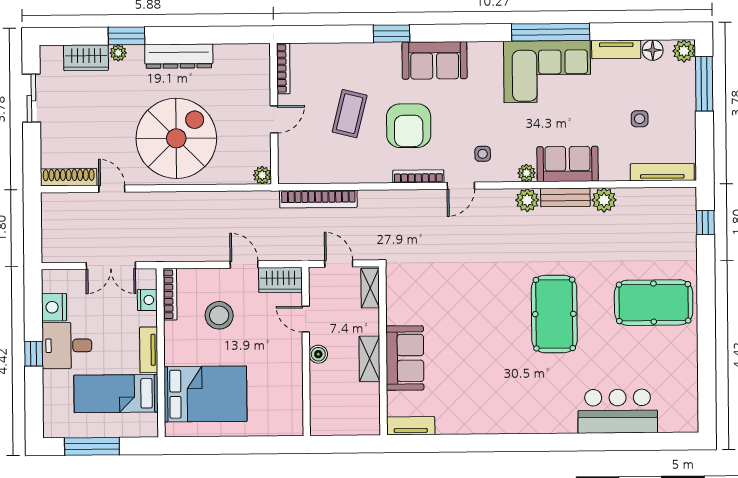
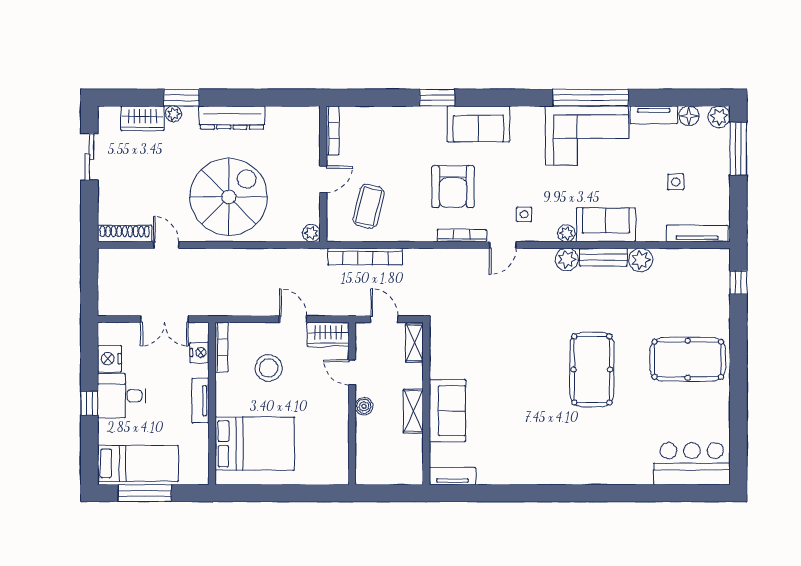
coffee table: (350, 114) -> (369, 206), moved
bed: (116, 394) -> (138, 463), moved, turned 180
bar counter: (618, 411) -> (692, 464), moved

